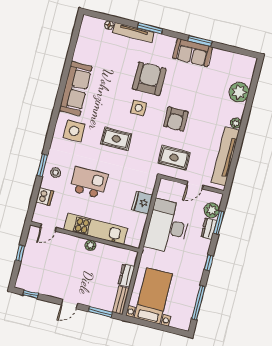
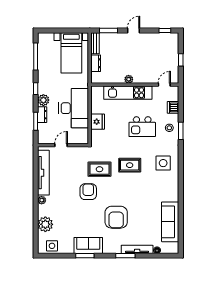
sofa: (76, 89) -> (170, 222), moved
side table: (139, 108) -> (52, 246), moved
rug: (174, 158) -> (99, 169), moved
plant: (212, 210) -> (43, 100), moved

